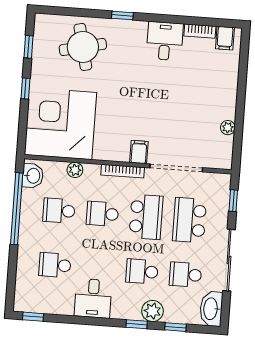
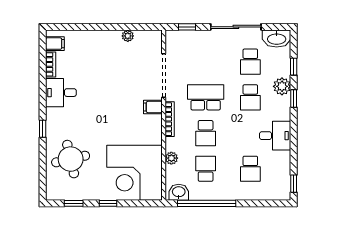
school desk: (59, 211) -> (206, 169), turned 180
school desk: (189, 220) -> (206, 62), removed

